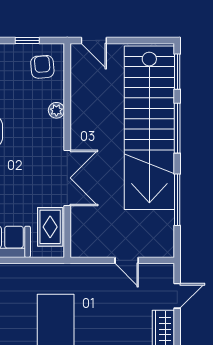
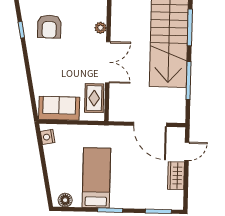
plant: (56, 110) -> (101, 28), moved
door: (127, 260) -> (150, 124), width x1.88

